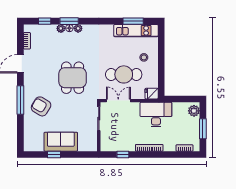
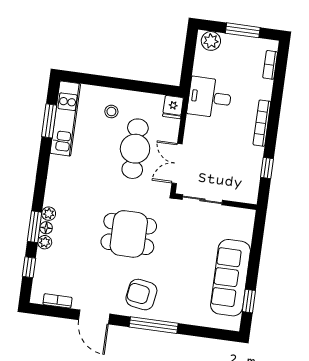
armchair: (41, 106) -> (141, 295), moved, turned 68
desk: (156, 115) -> (210, 97), width x0.73
sofa: (61, 142) -> (230, 278), width x1.36
window: (54, 154) -> (249, 301), moved

